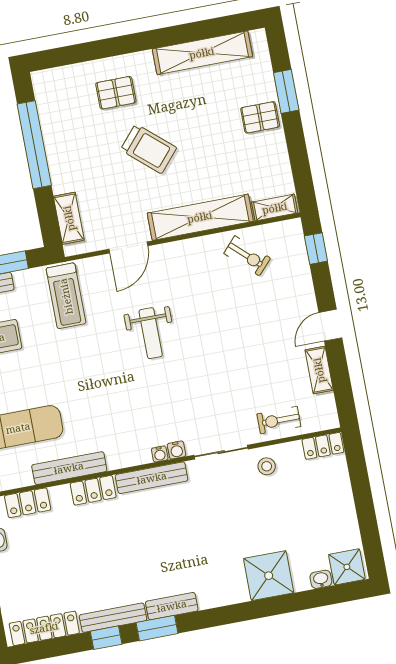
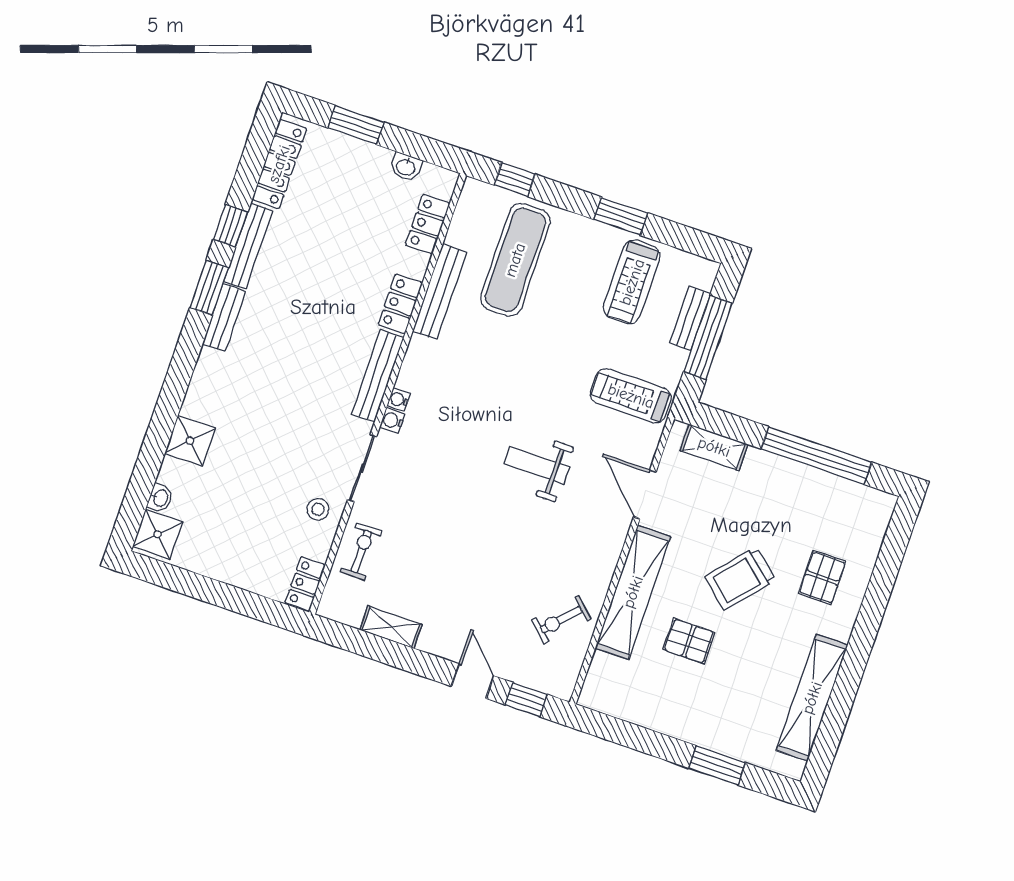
pallet: (260, 117) -> (689, 641), moved, turned 90
shelving: (275, 208) -> (597, 680), removed
door: (330, 325) -> (472, 681), moved
shower: (269, 576) -> (190, 441), width x0.73, depth x0.73

